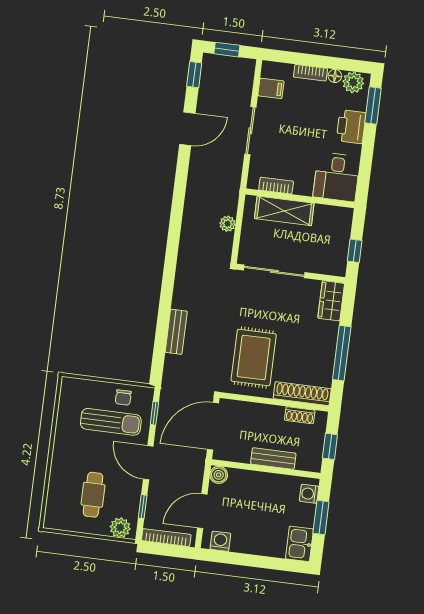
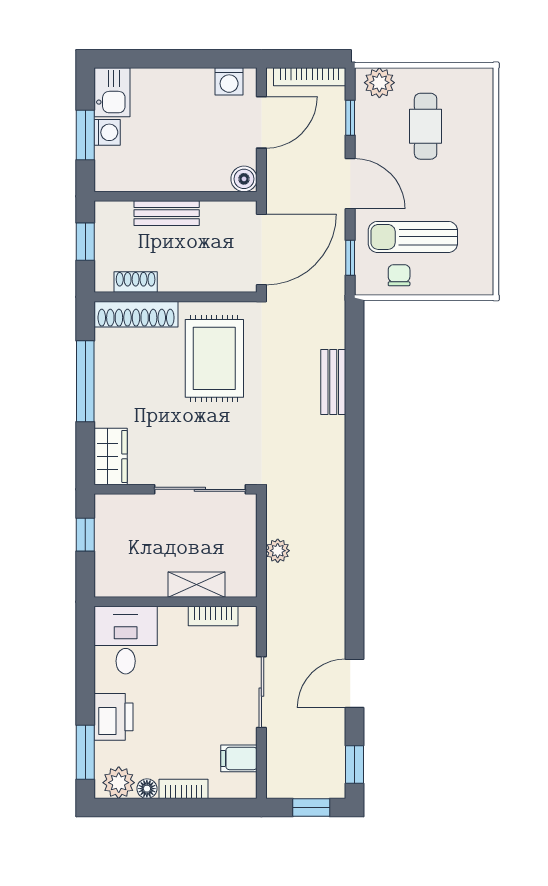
shelving: (284, 211) -> (196, 585), width x0.67, depth x0.75
washing machine: (309, 494) -> (107, 132), moved

